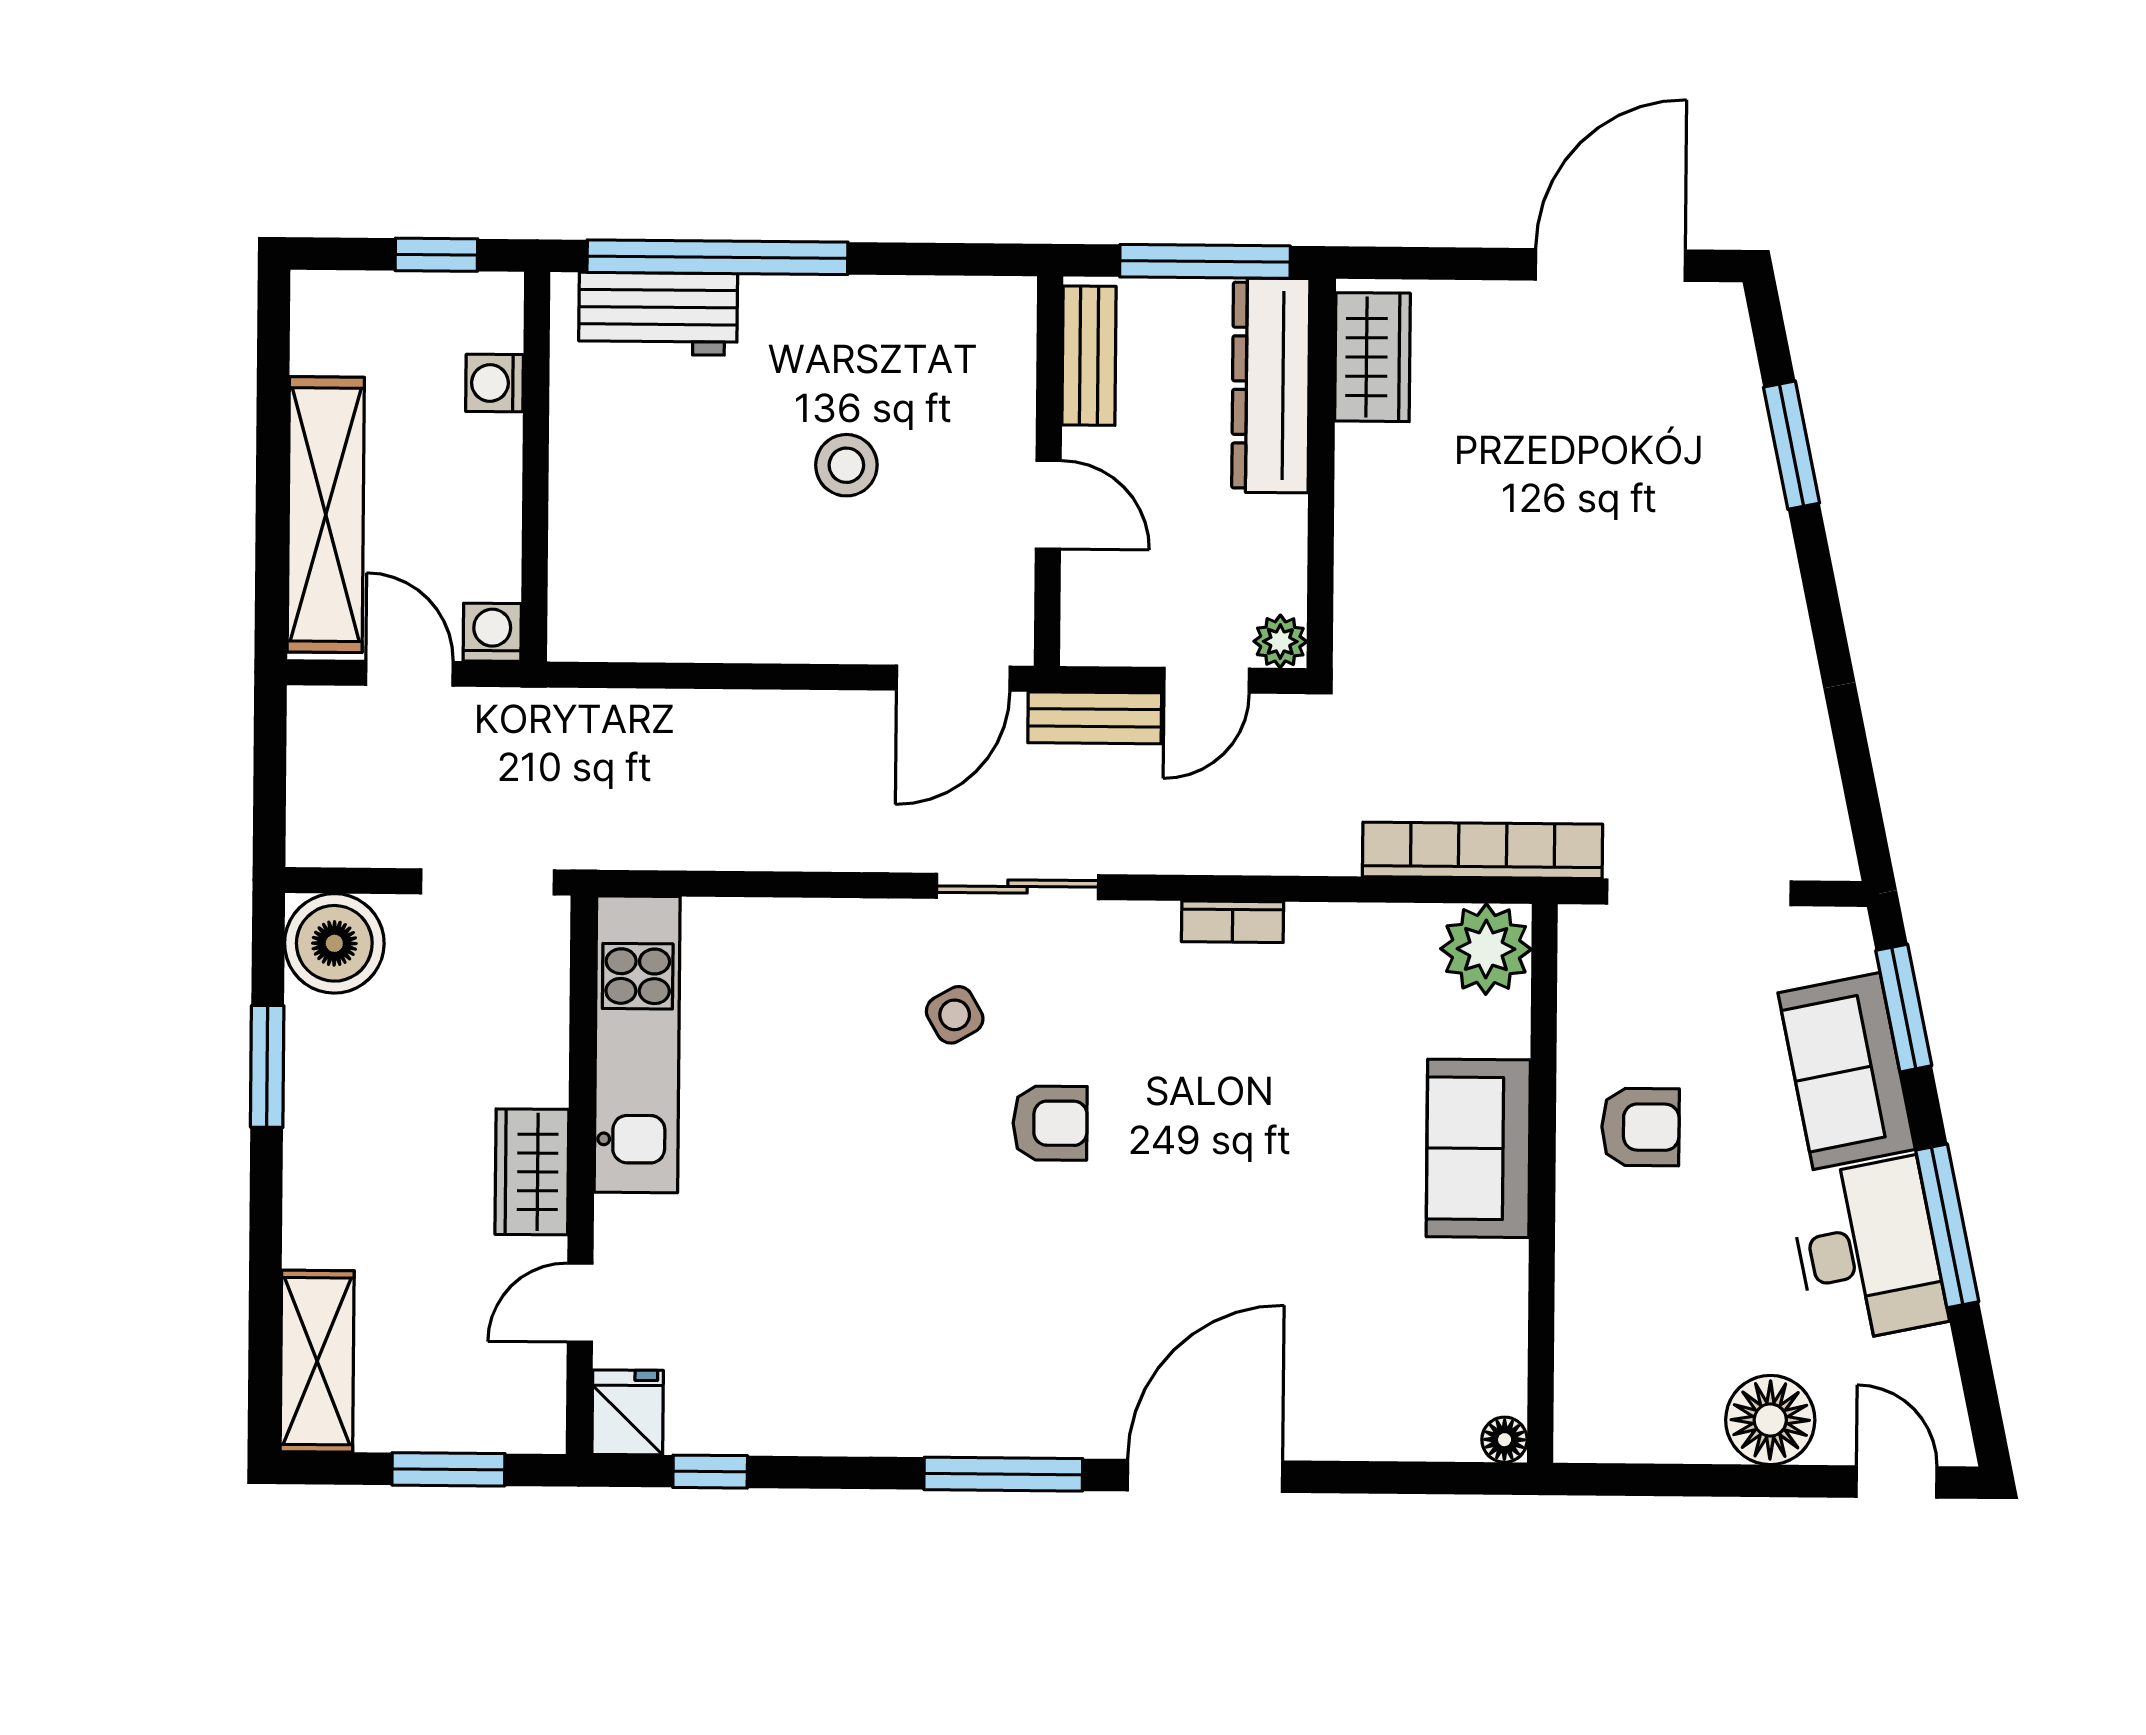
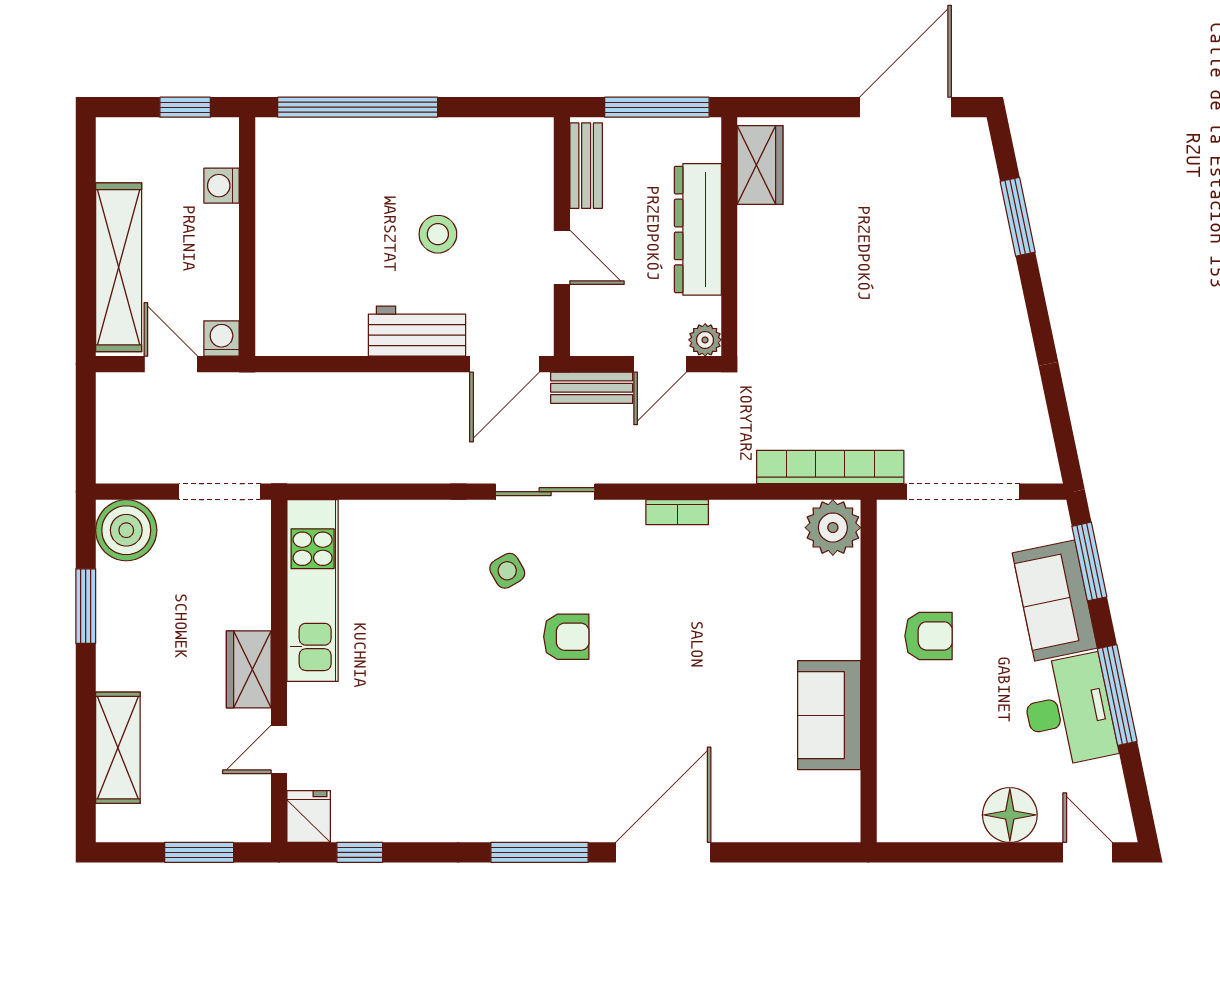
workbench: (658, 314) -> (417, 331), moved, turned 180
dresser: (1271, 385) -> (698, 229), moved
sofa: (1478, 1148) -> (829, 715), moved
shelving: (317, 1361) -> (118, 748), moved
floor lamp: (1505, 1440) -> (847, 828), removed

